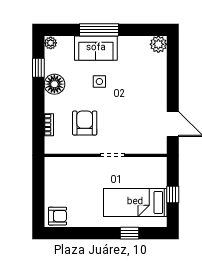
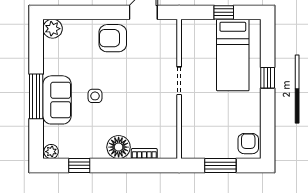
floor lamp: (54, 84) -> (119, 147), moved
armchair: (85, 123) -> (113, 38), moved
window: (38, 192) -> (220, 165), added
window: (129, 233) -> (268, 78), moved

